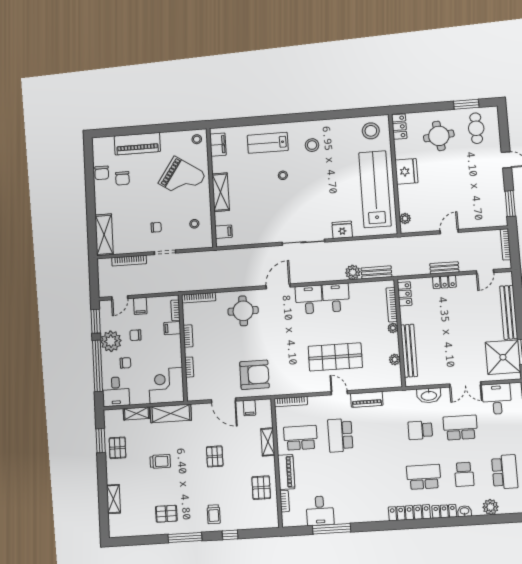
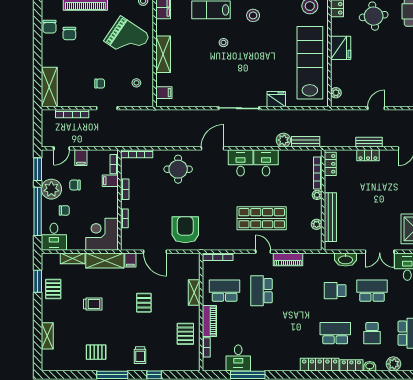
armchair: (254, 375) -> (185, 230), turned -90
filing cabinet: (249, 408) -> (130, 260), moved

